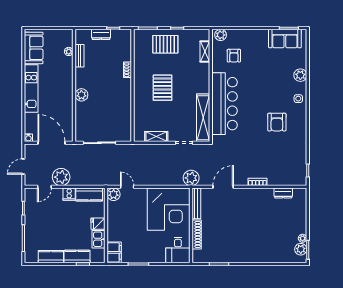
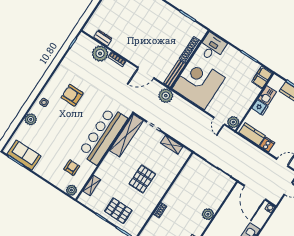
armchair: (277, 122) -> (72, 95), turned -90
plant: (61, 177) -> (100, 53), moved

